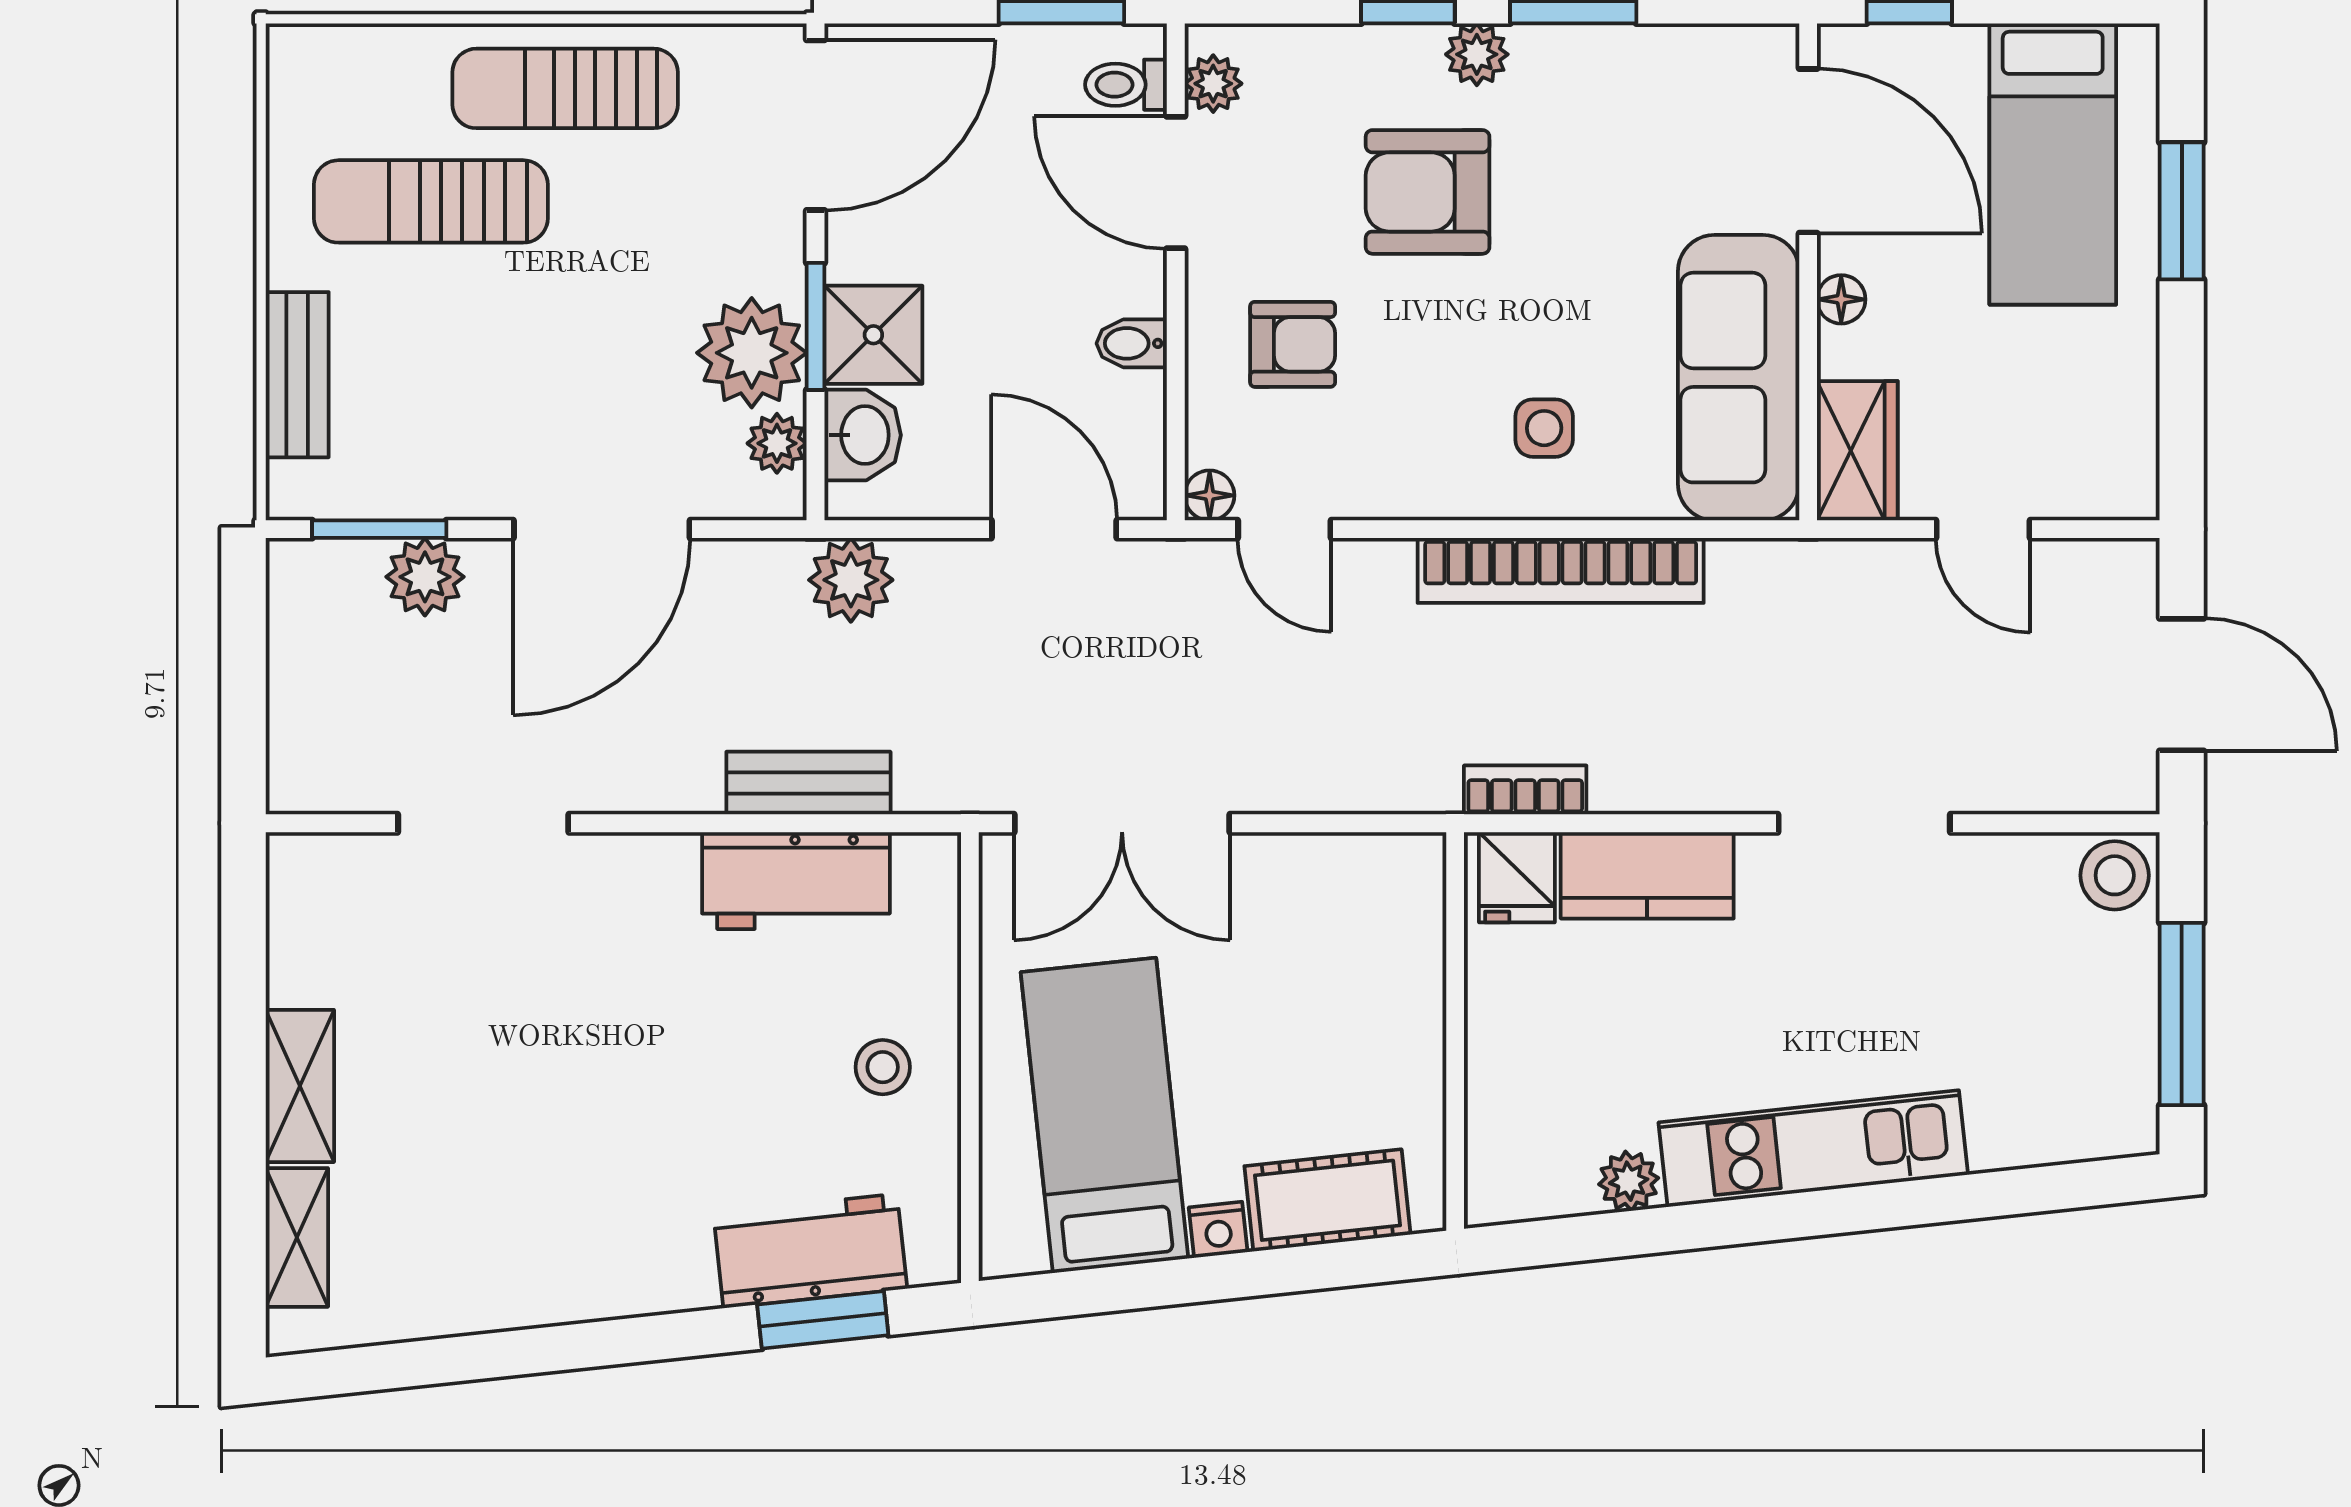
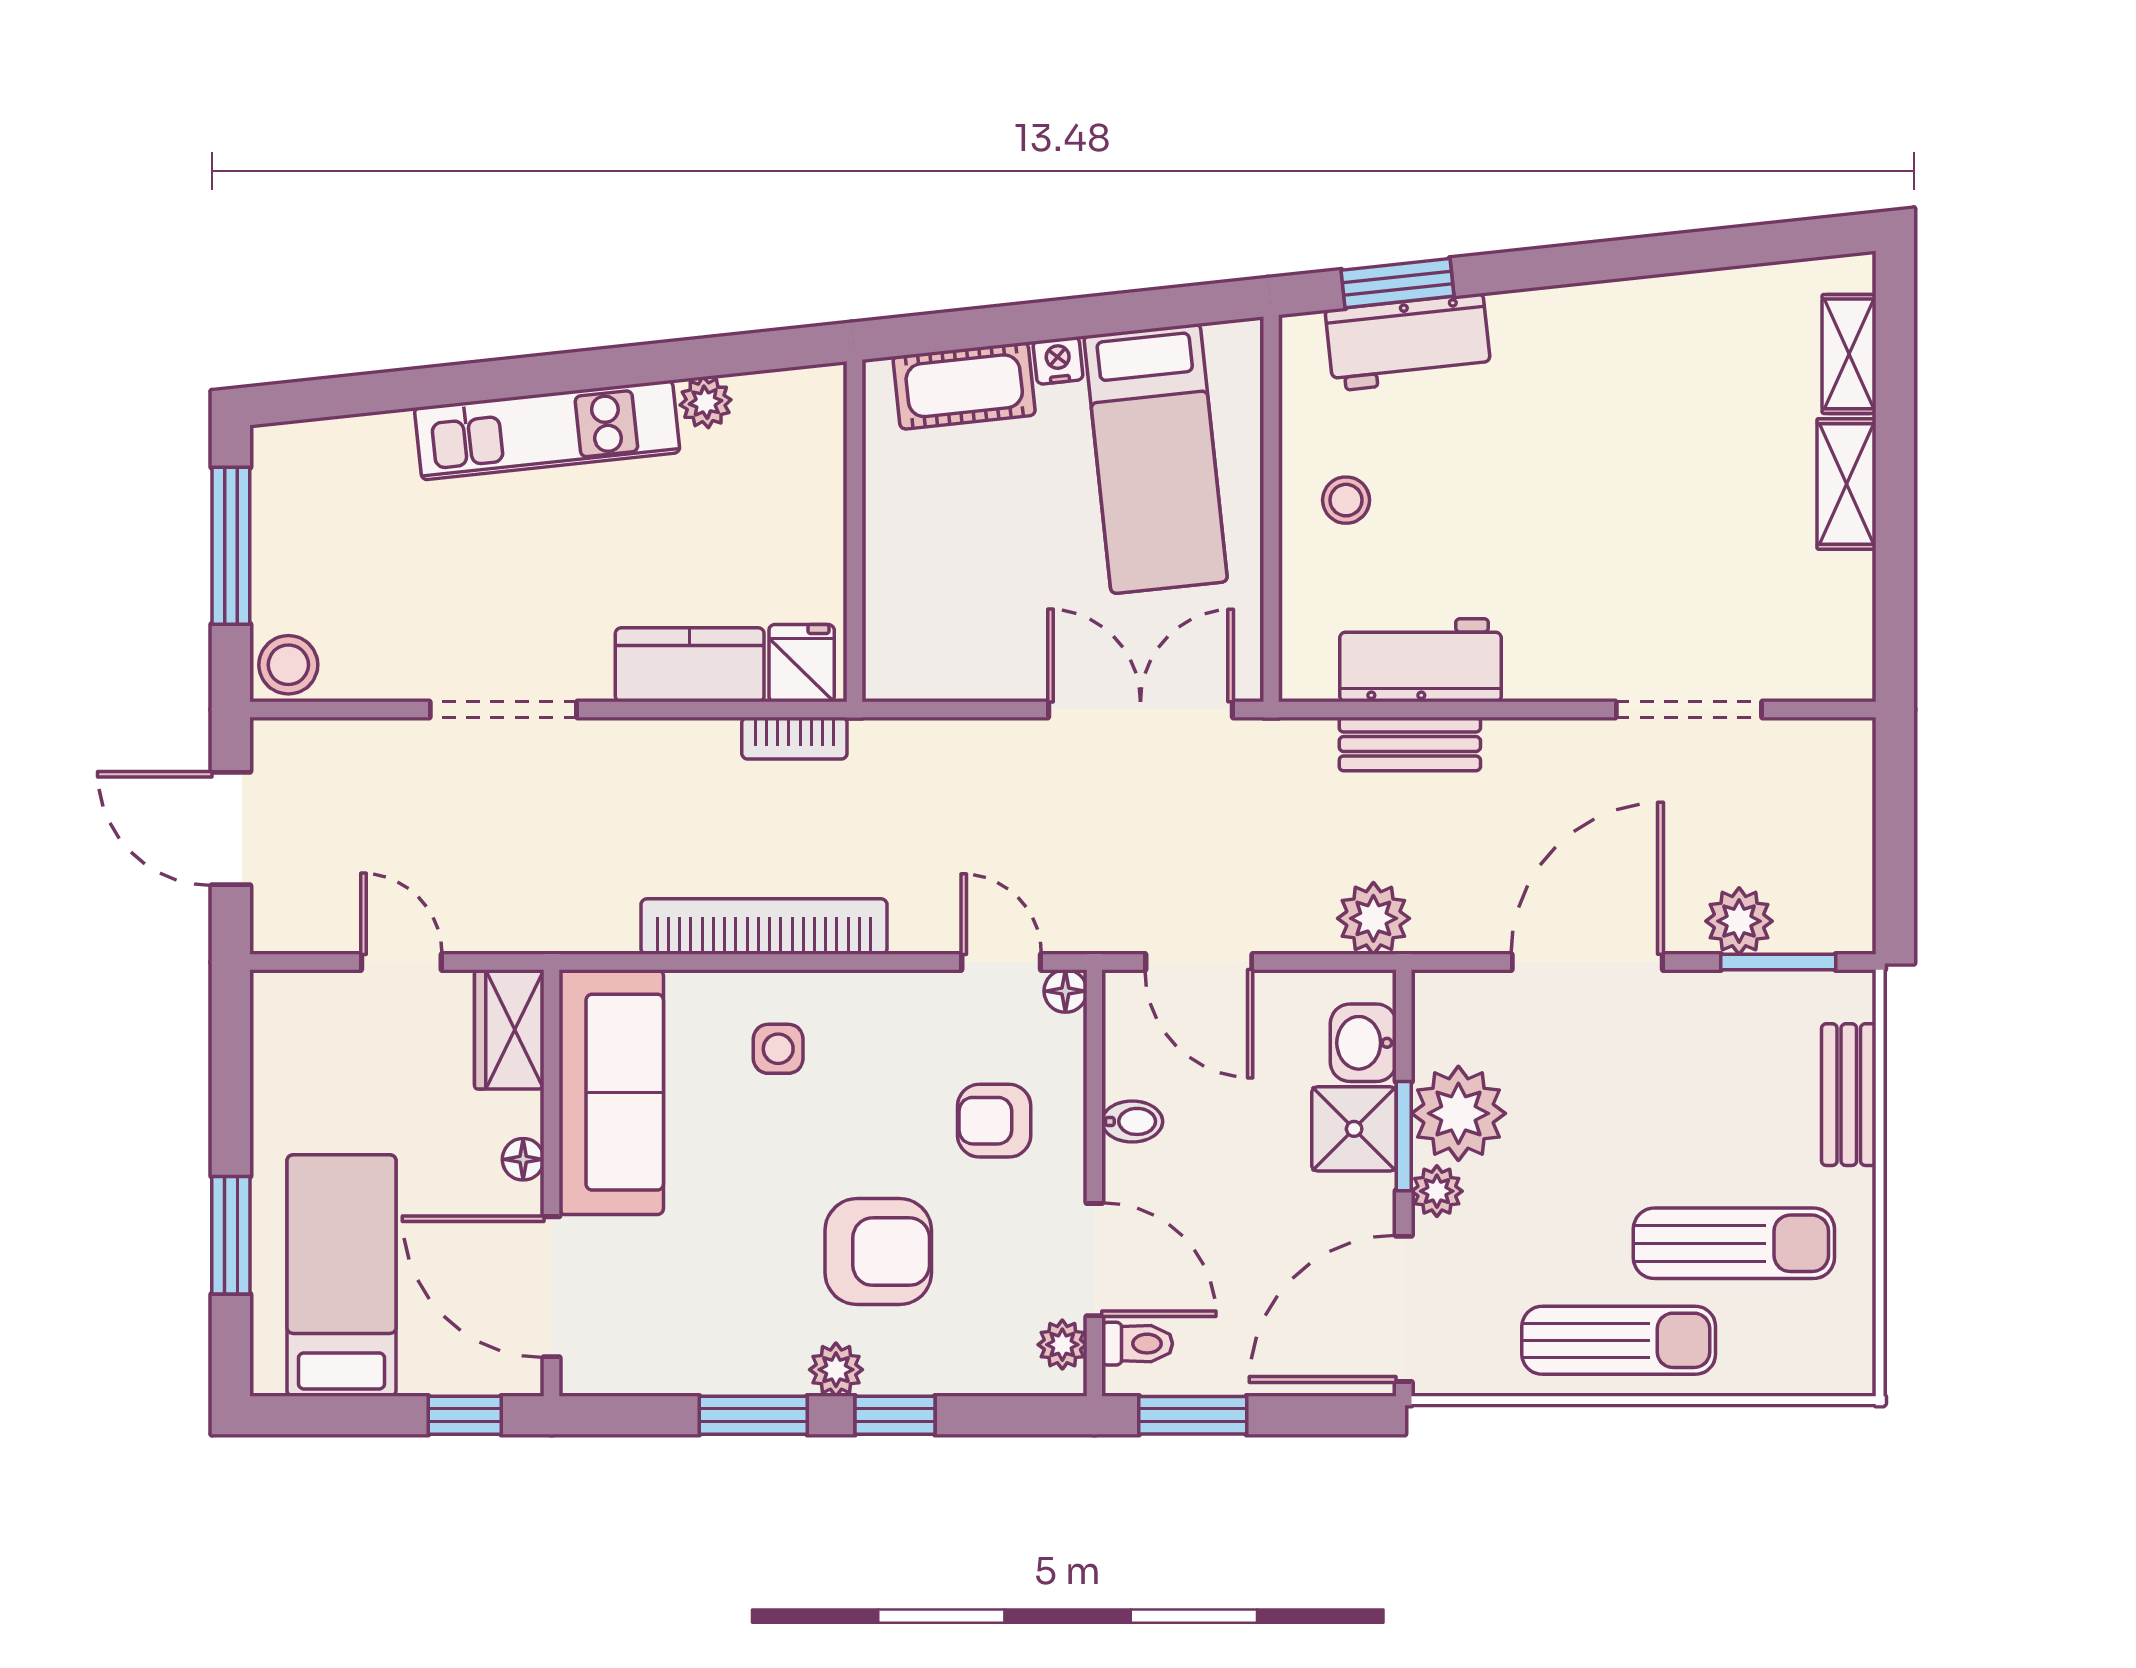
plant: (777, 443) -> (1437, 1191), moved

